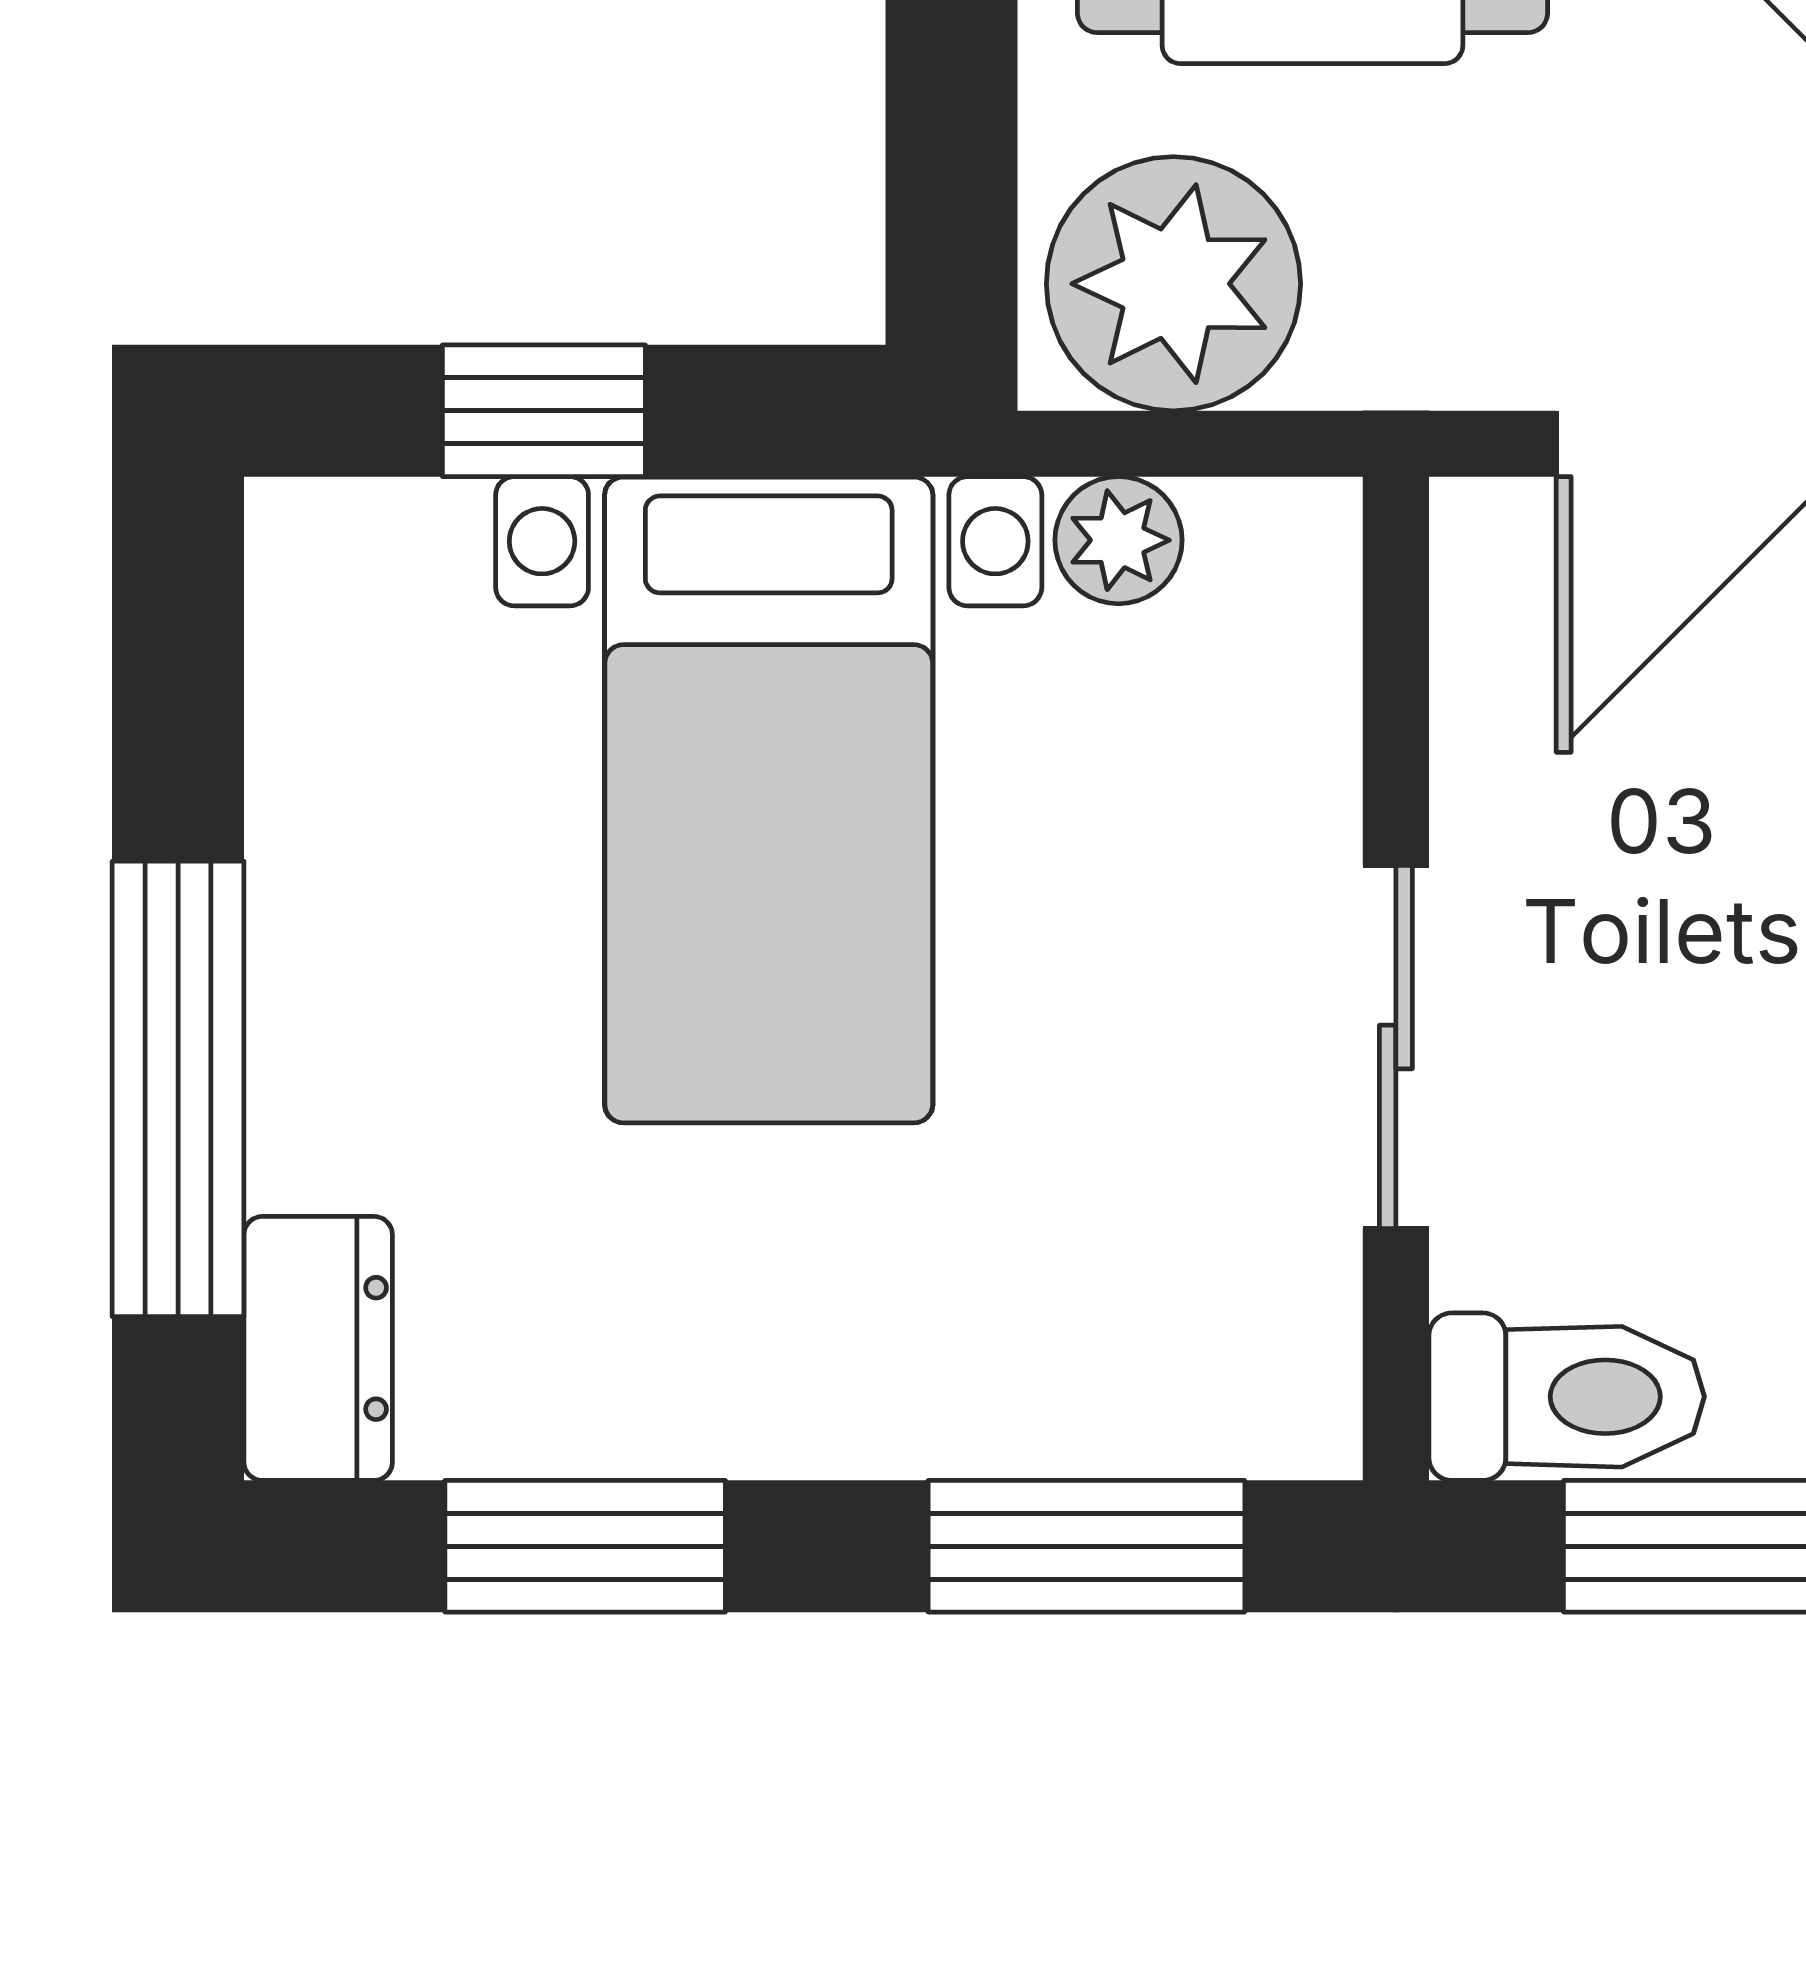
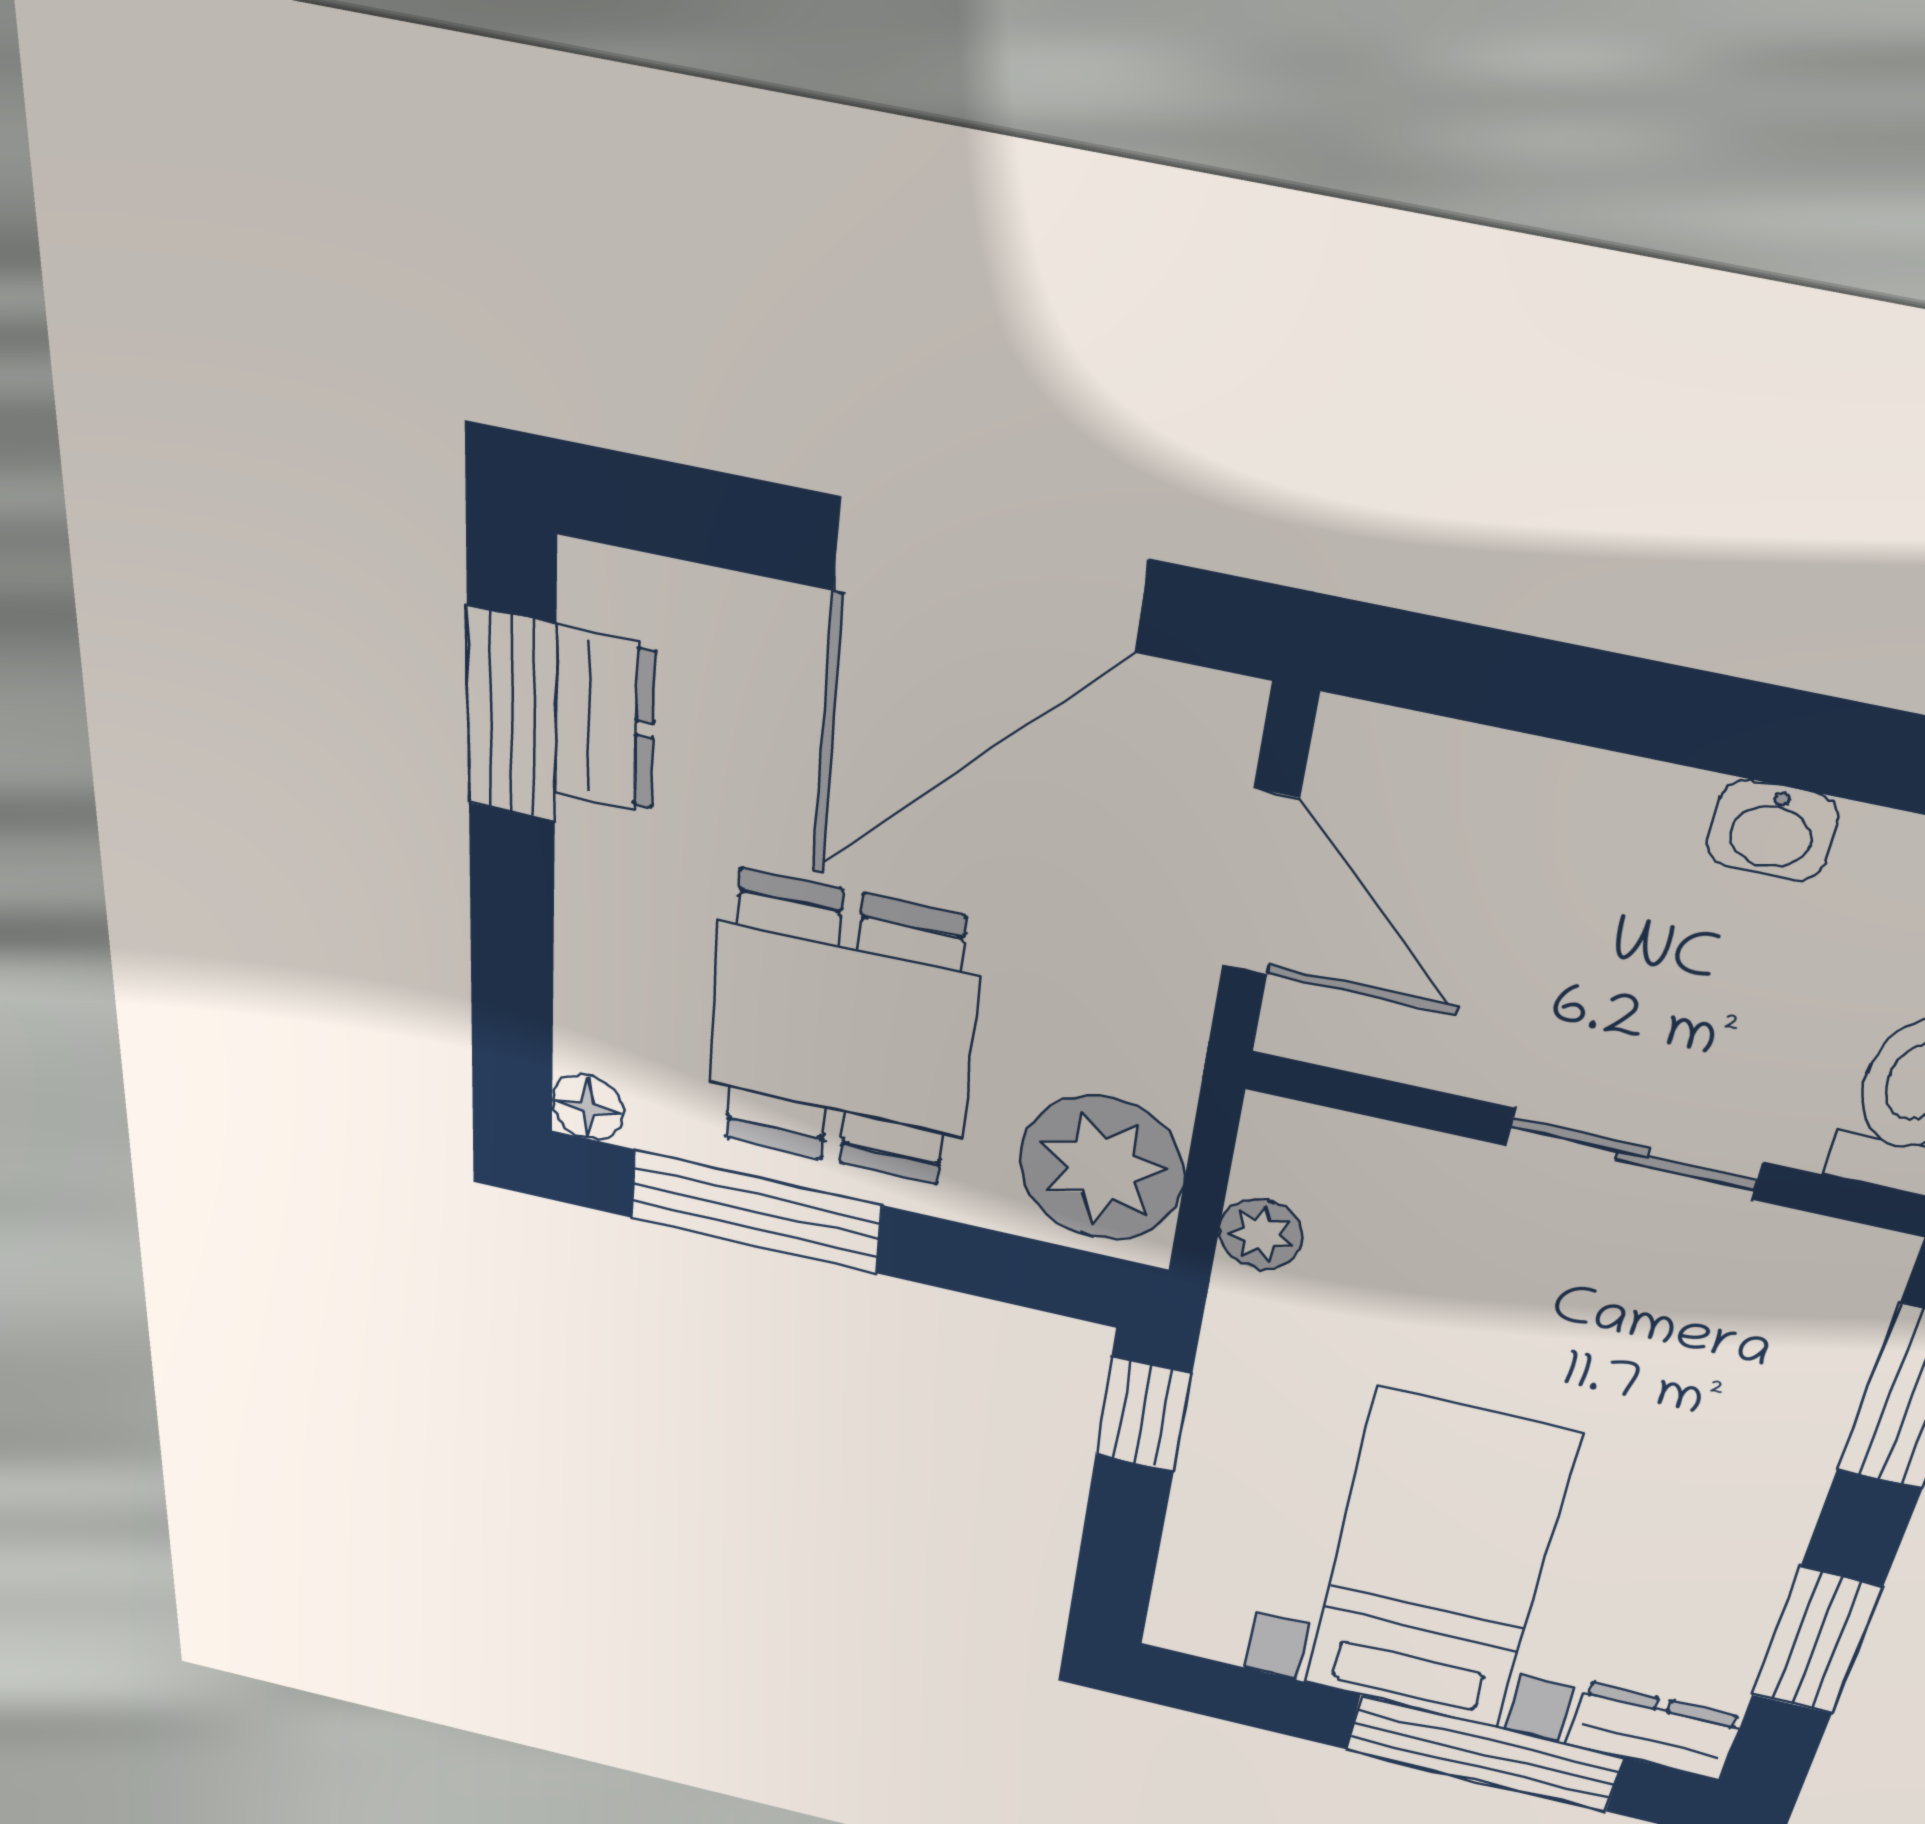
window: (544, 411) -> (1143, 1415), moved
bed with nightstands: (769, 800) -> (1439, 1563), moved, turned -90

